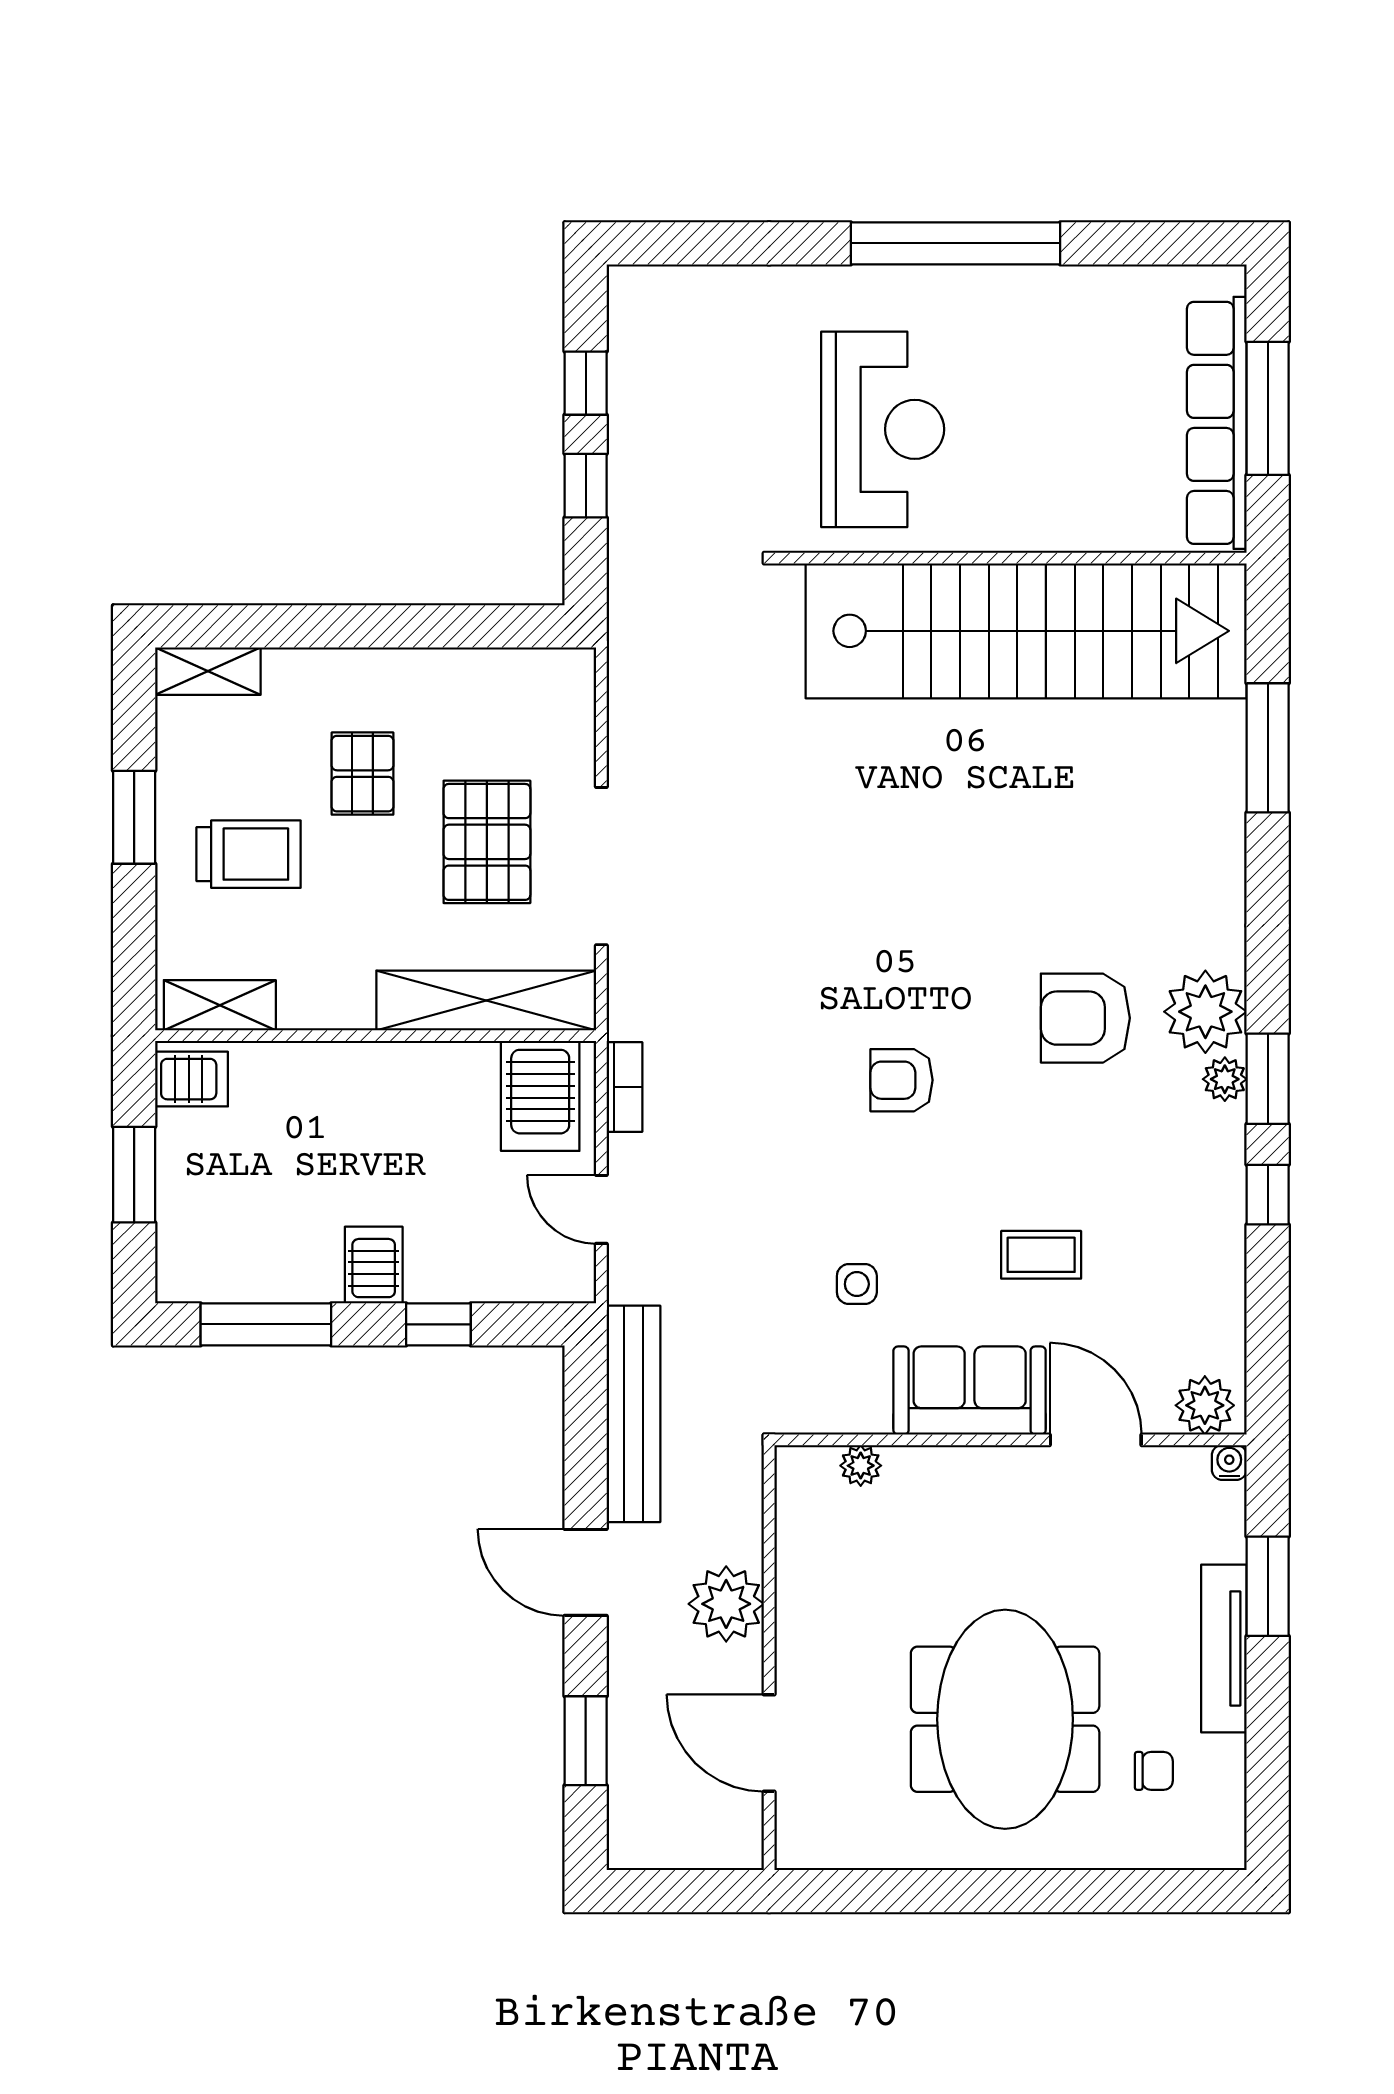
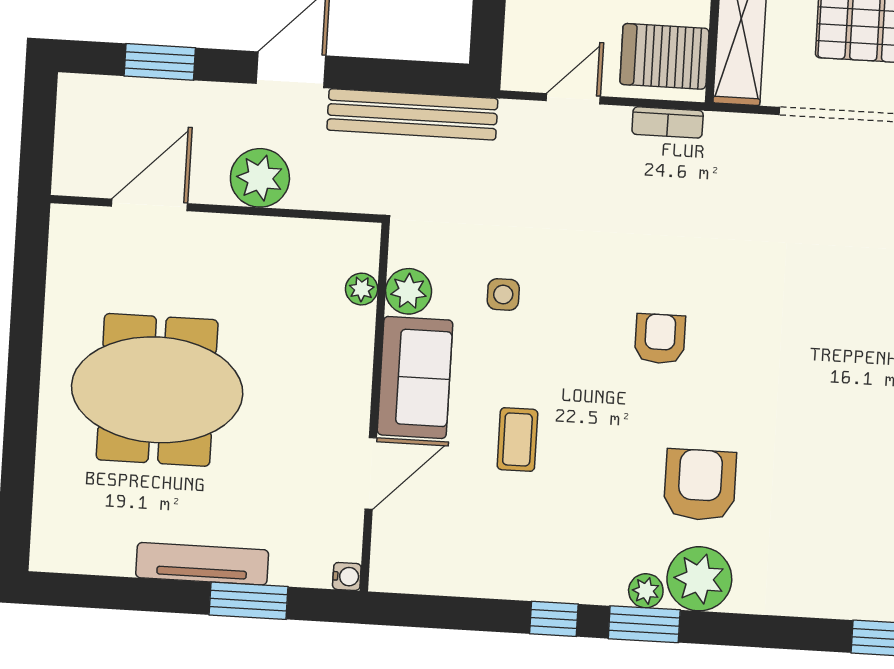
plant: (1205, 1405) -> (409, 291), moved
chair: (1154, 1771) -> (110, 503), removed

